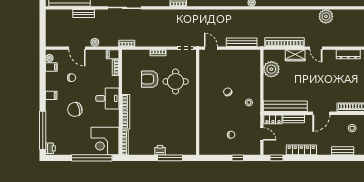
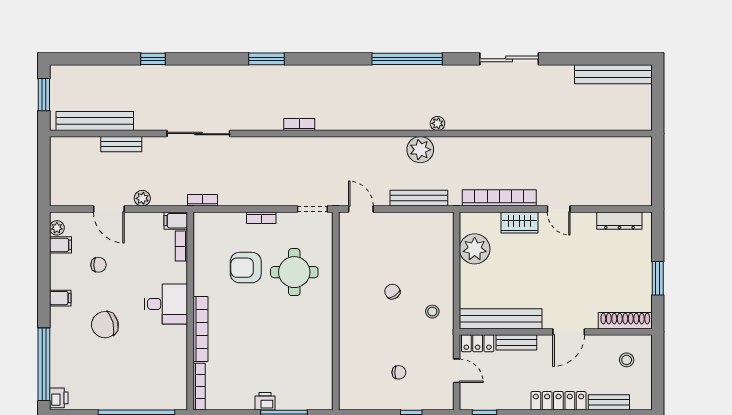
plant: (326, 16) -> (420, 150), moved
corner desk: (105, 141) -> (161, 384), removed
locker: (301, 150) -> (558, 401), moved

